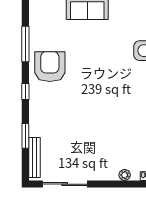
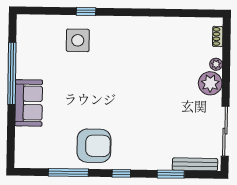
armchair: (50, 67) -> (94, 146), turned 180
plant: (107, 170) -> (210, 83), added

